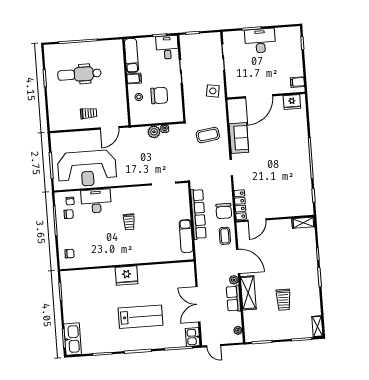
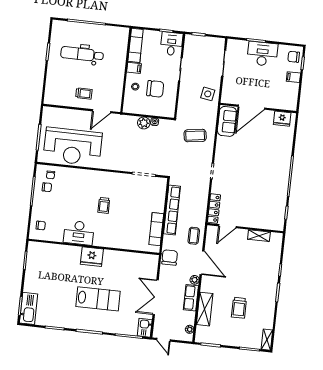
chair: (292, 38) -> (294, 57), added
filing cabinet: (297, 82) -> (293, 77), moved
sofa: (239, 138) -> (227, 121), moved
desk: (96, 201) -> (79, 233), moved, turned 180
chair: (224, 211) -> (170, 258), moved, turned 180
shelving: (303, 223) -> (259, 236), moved
shelving: (248, 293) -> (205, 309), moved

